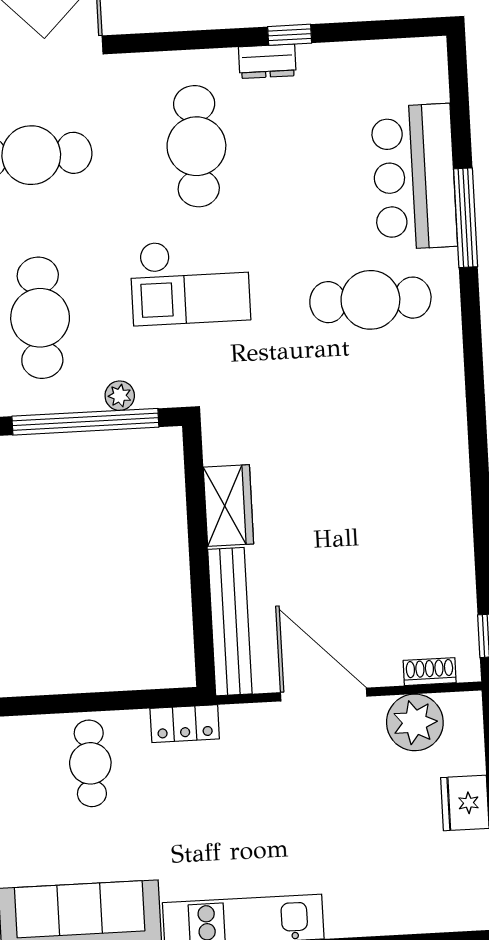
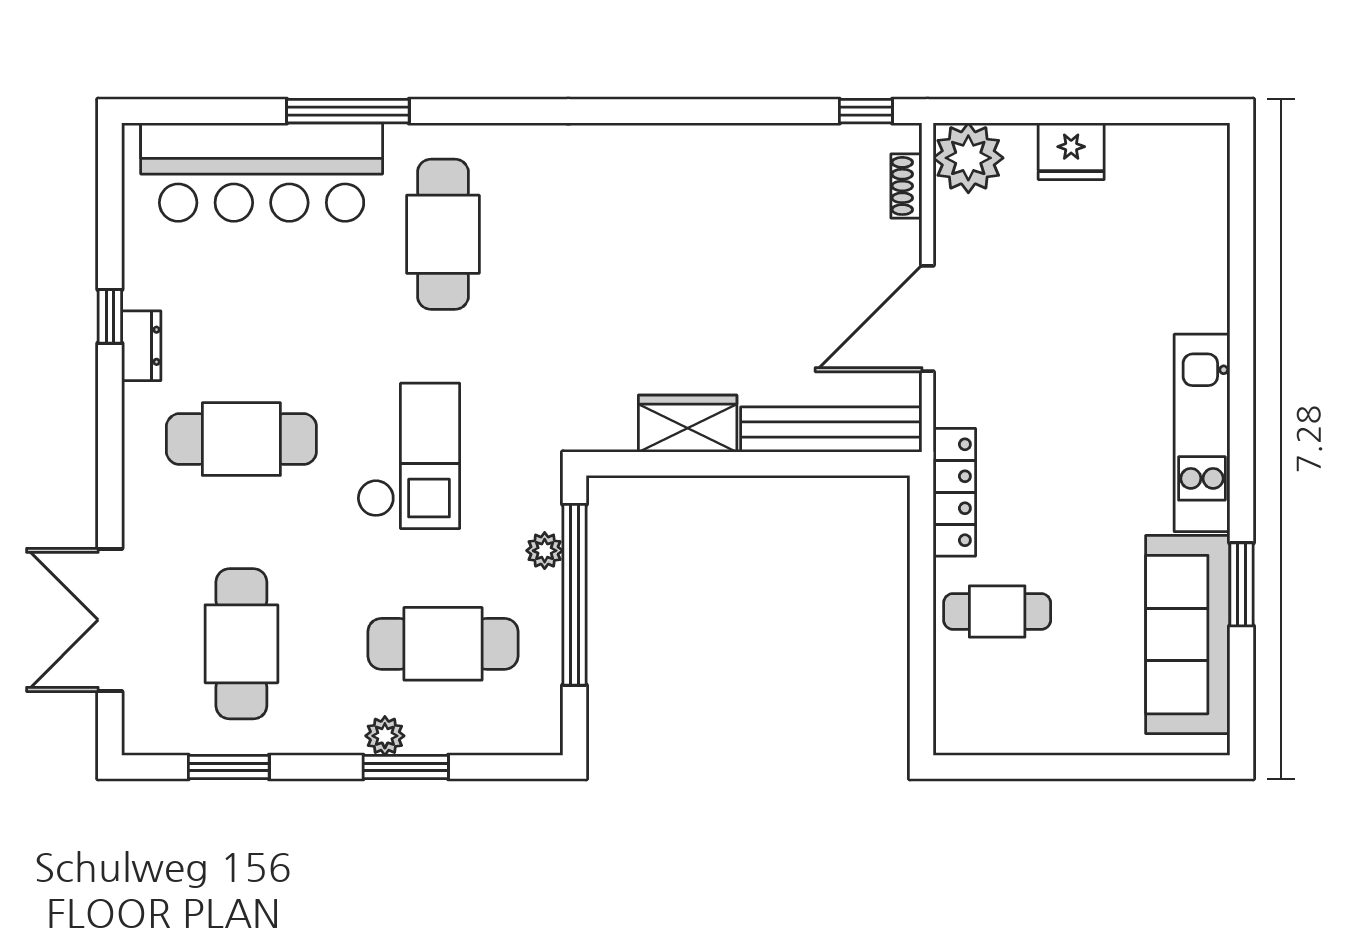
bar counter: (414, 177) -> (262, 172), width x1.36
plant: (415, 722) -> (968, 158), moved
locker: (185, 724) -> (954, 492), width x1.53

